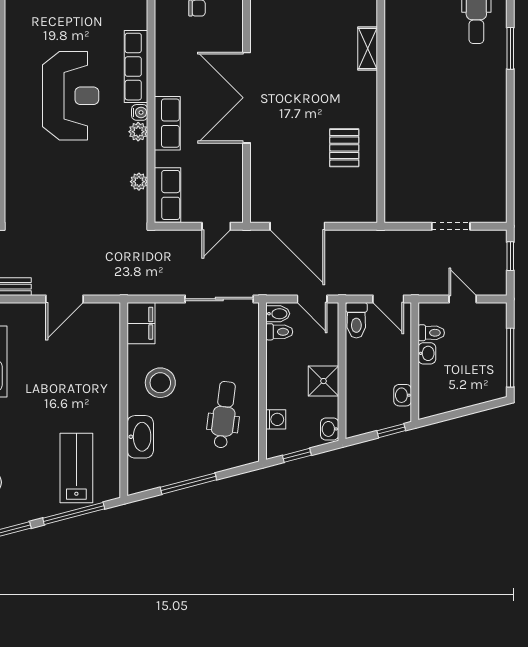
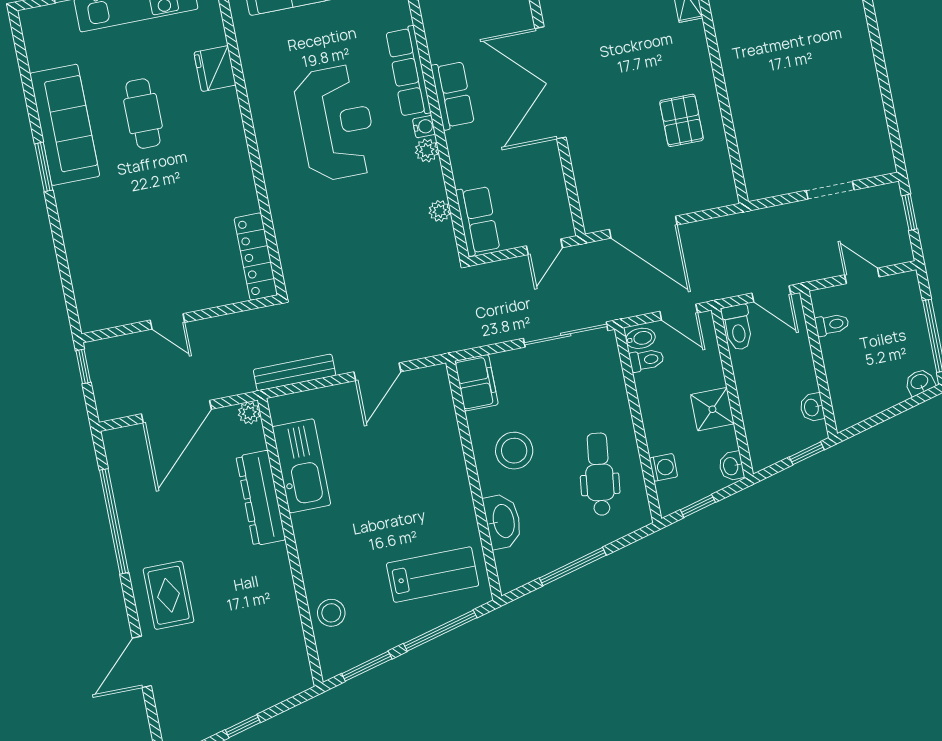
row of seats: (167, 123) -> (453, 95), moved
washbasin: (427, 353) -> (920, 382), moved, turned -105
lab bench: (76, 468) -> (433, 575), turned 90

